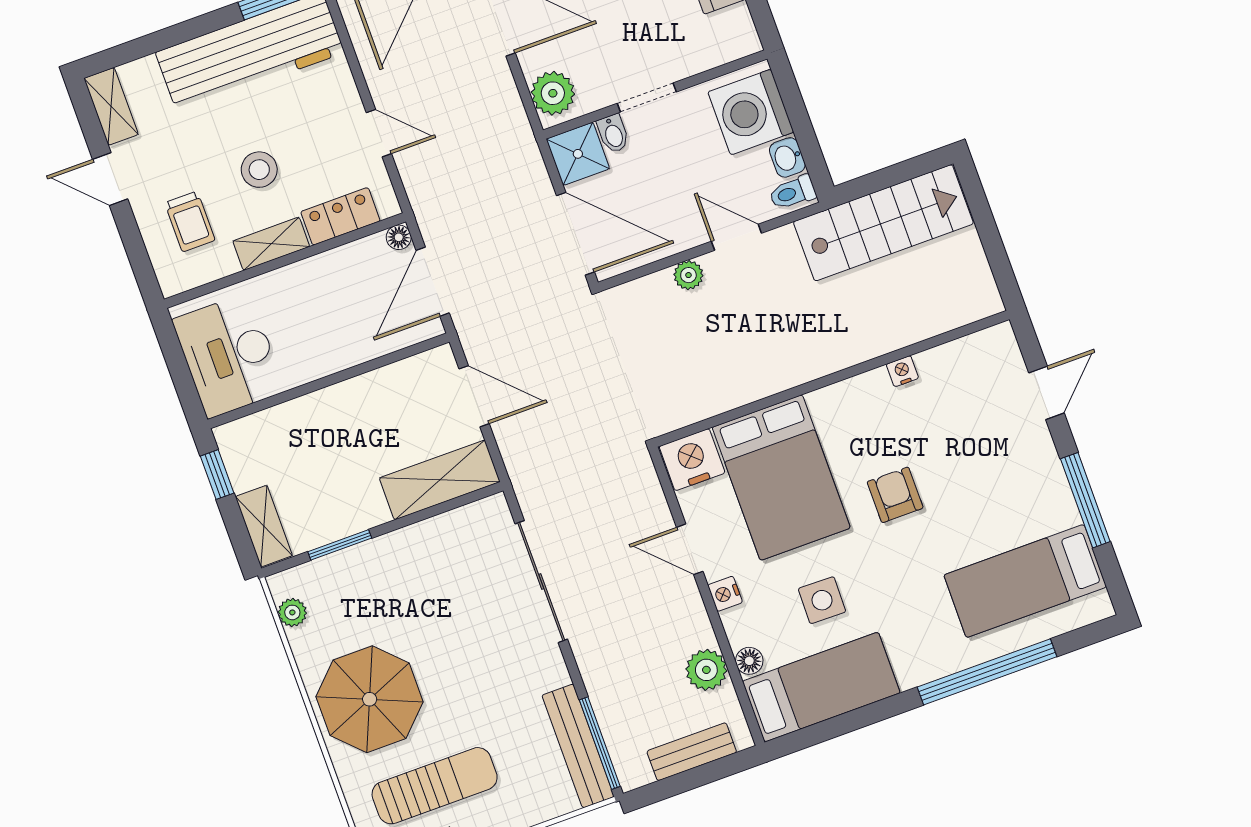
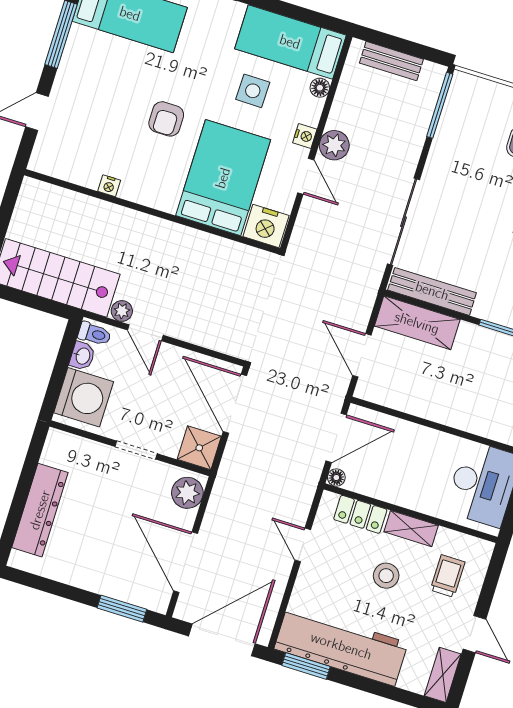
bidet: (613, 134) -> (171, 444), removed
plant: (688, 275) -> (122, 311), moved
plant: (706, 670) -> (334, 145), moved
bench: (578, 746) -> (432, 291), moved, turned 90

